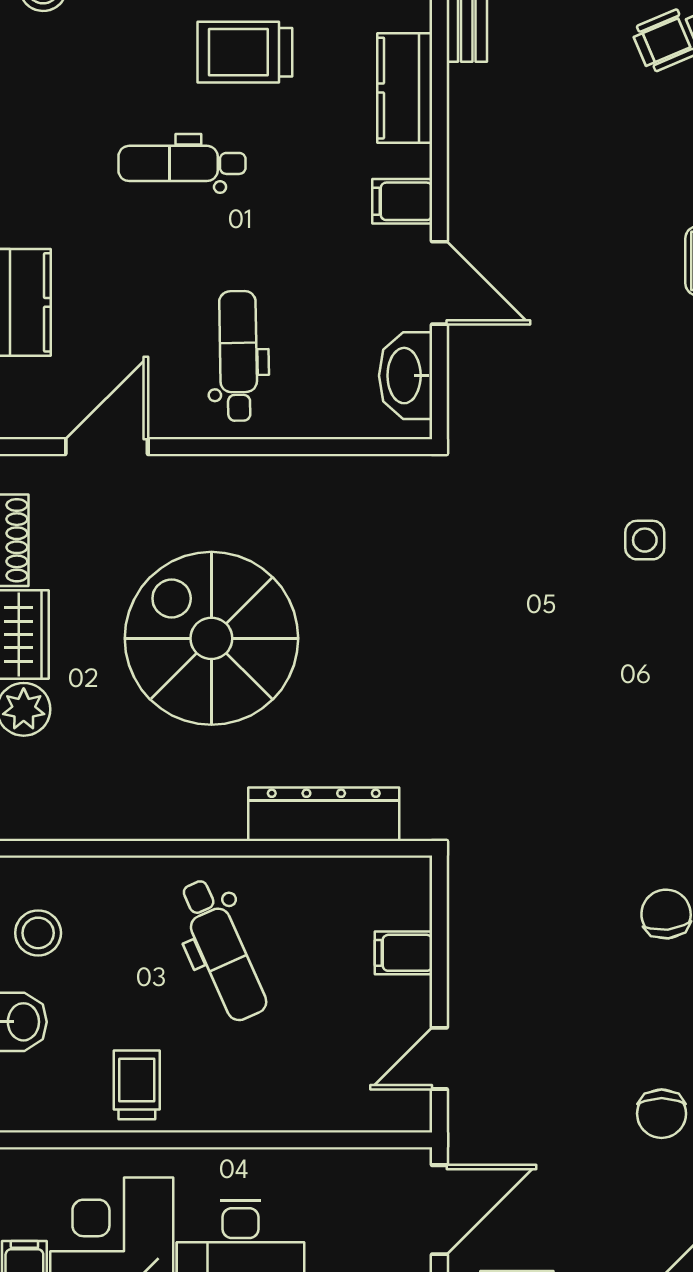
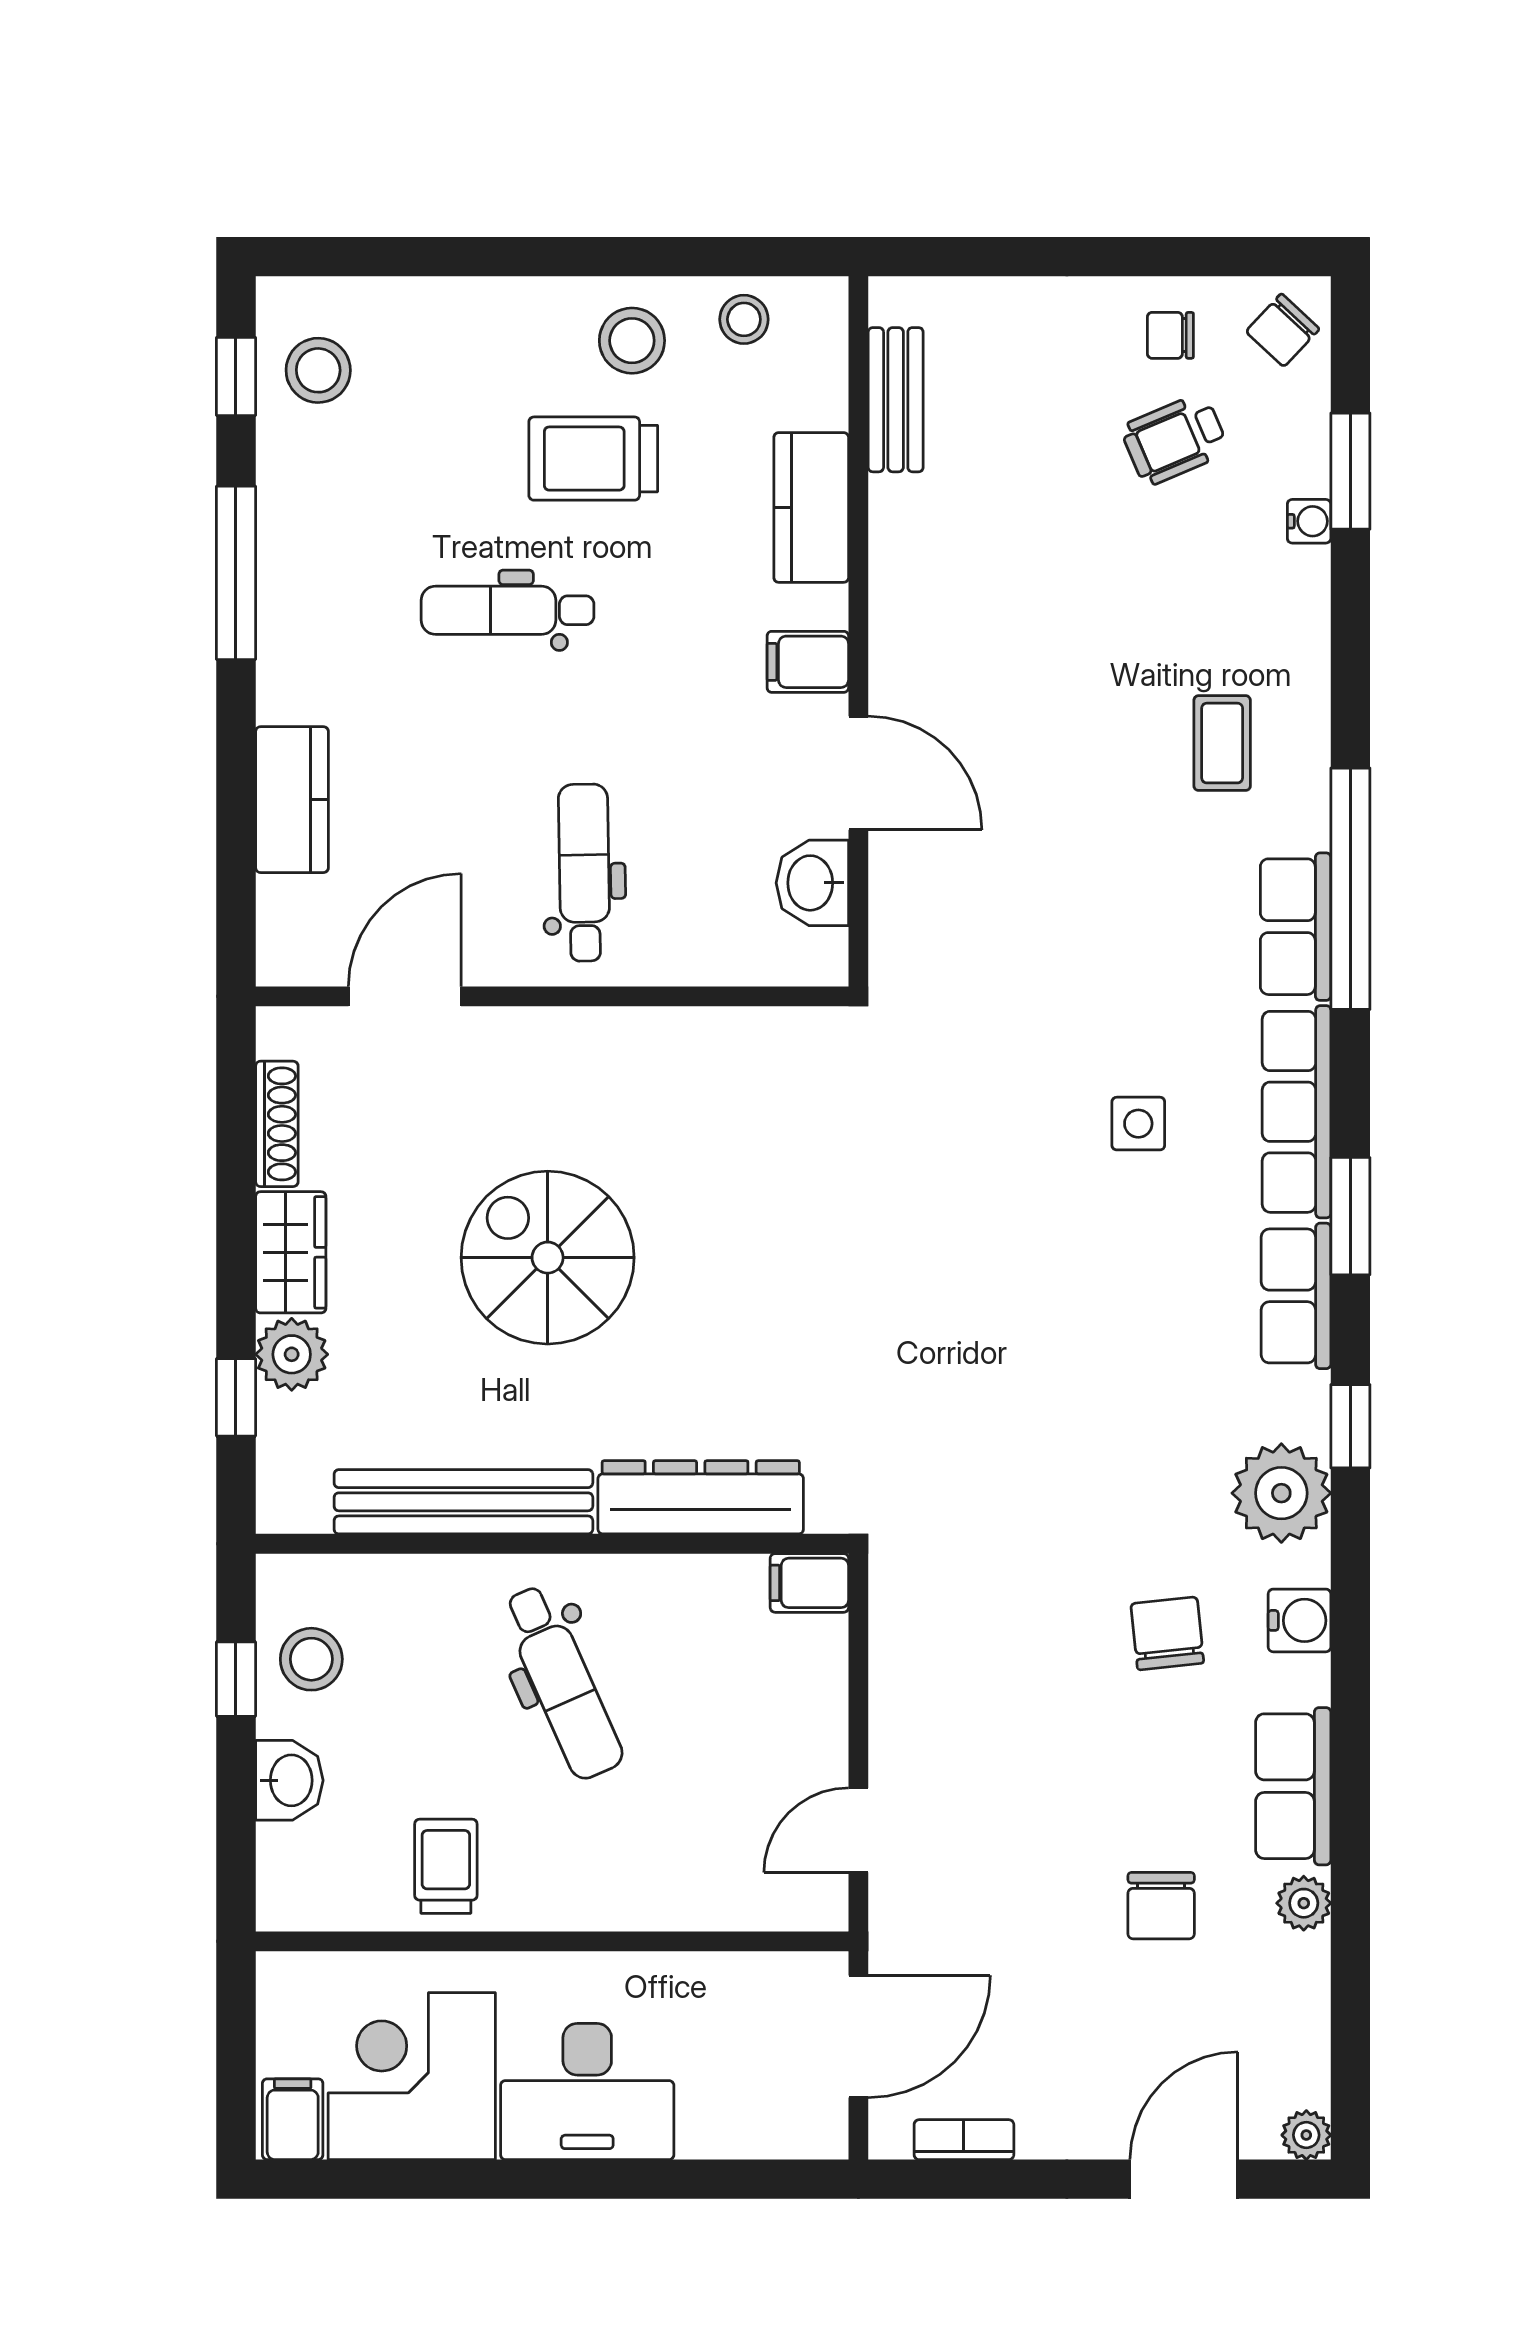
washbasin: (406, 376) -> (812, 883), width x0.72
spiral stairs: (211, 638) -> (548, 1258), width x0.73, depth x0.73
bench: (150, 817) -> (463, 1502), added
filing cabinet: (403, 953) -> (809, 1583), moved

